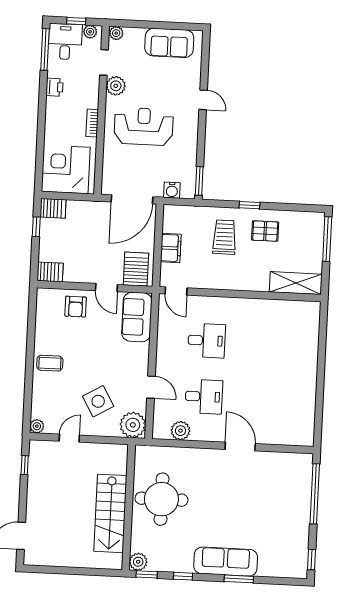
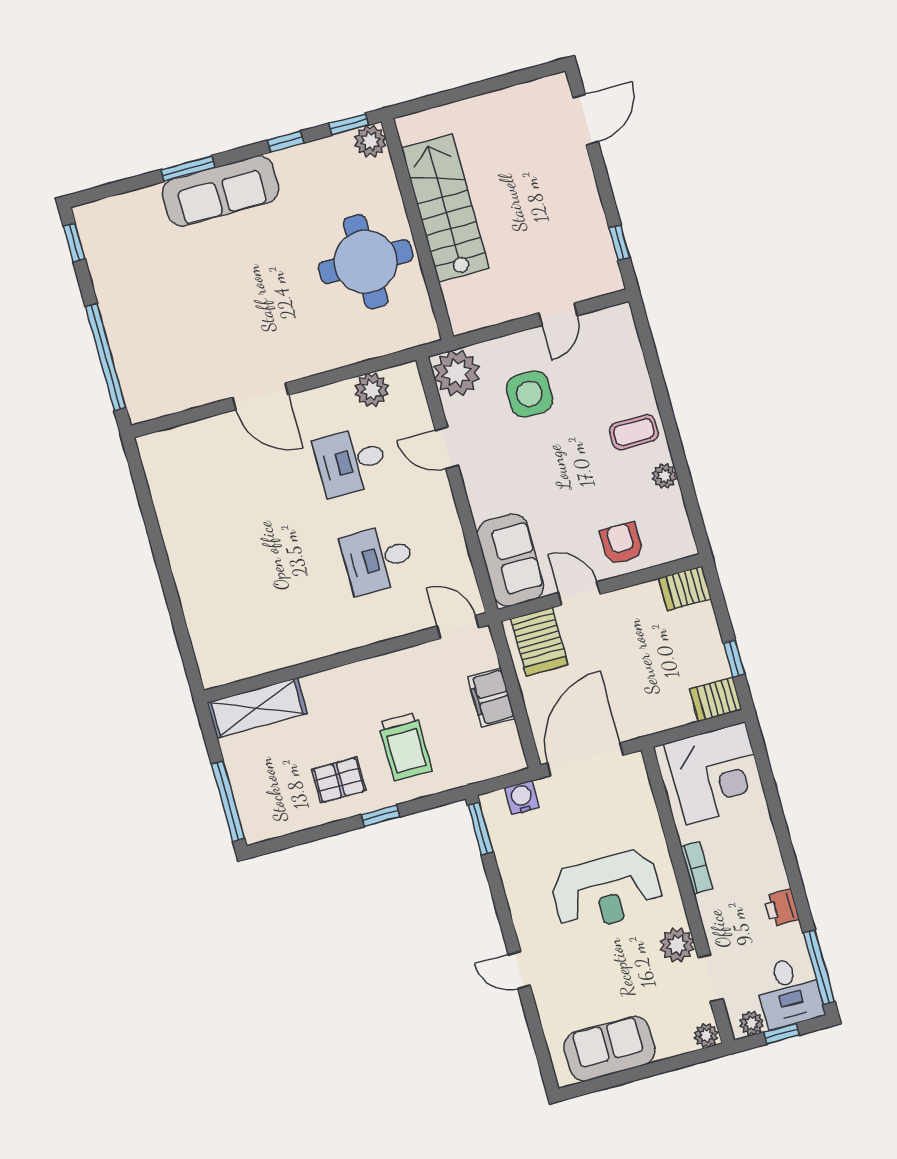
side table: (98, 401) -> (529, 394), turned 30
plant: (37, 426) -> (664, 476), moved

